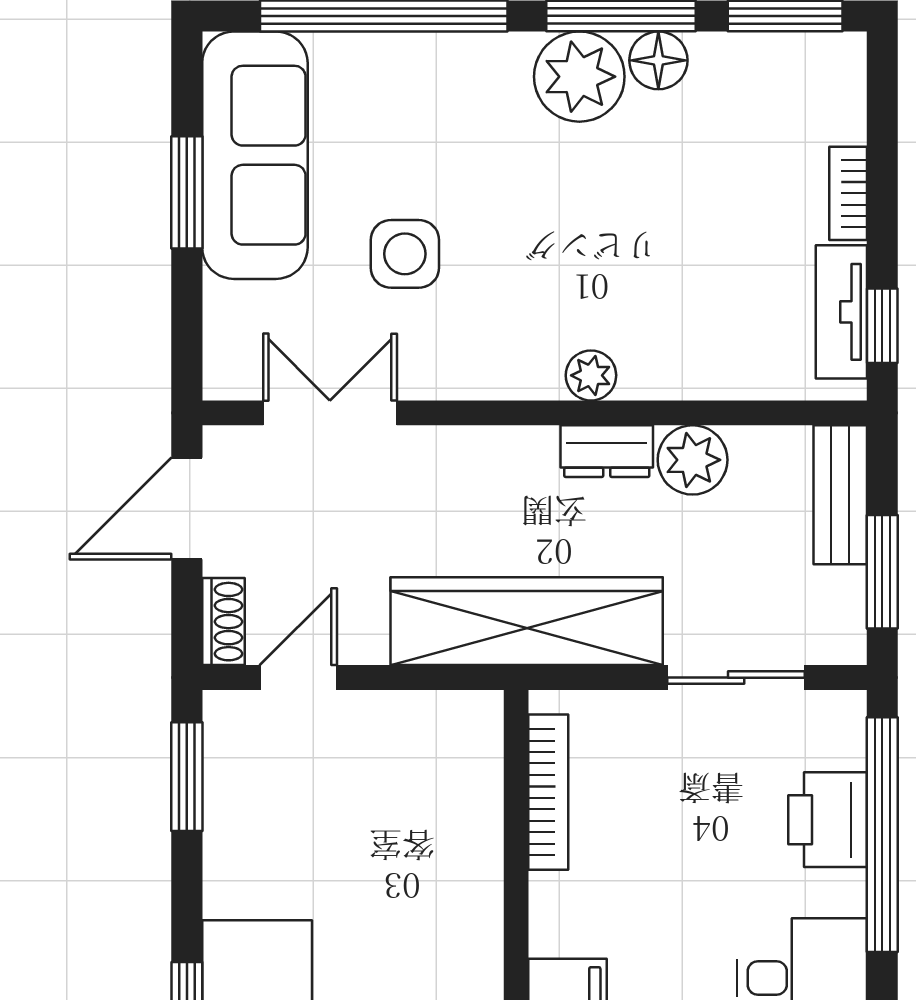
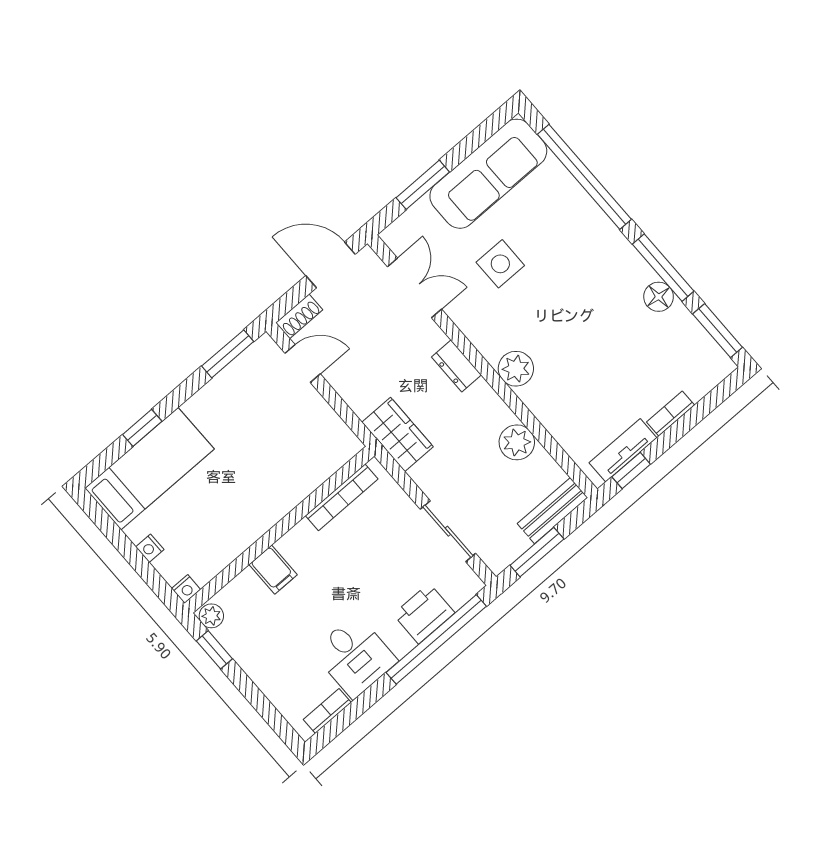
plant: (579, 77) -> (626, 272), removed
window: (187, 192) -> (423, 185), moved
plant: (591, 375) -> (516, 369), width x1.38, depth x1.38
dresser: (607, 451) -> (456, 366), moved
wardrobe: (527, 621) -> (398, 434), width x0.48, depth x0.85

